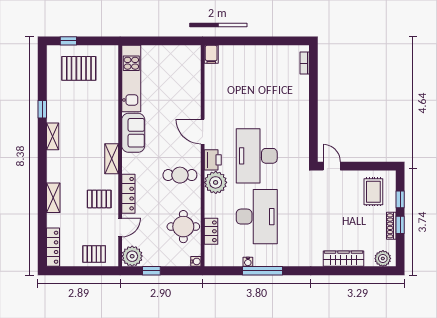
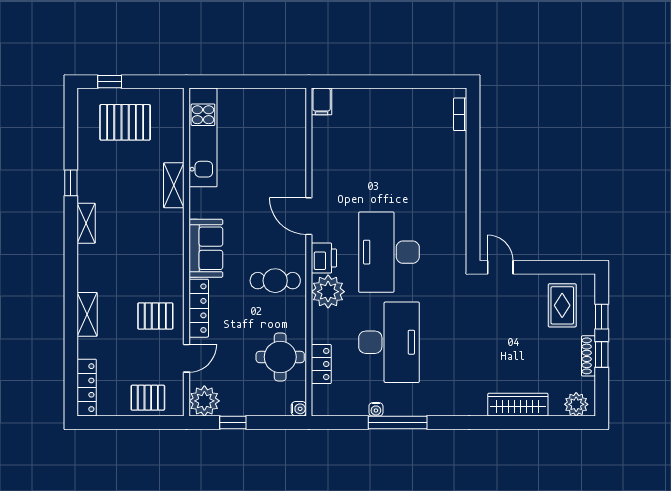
sofa: (133, 133) -> (206, 248), moved
shelving: (112, 159) -> (174, 185), moved

